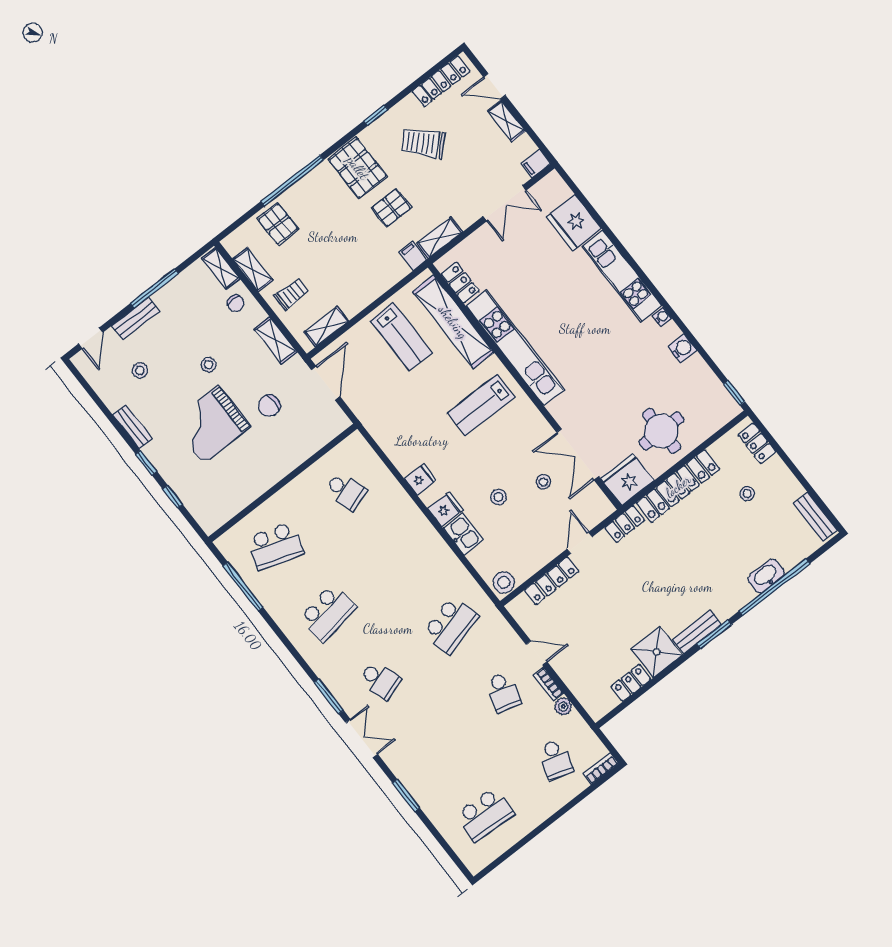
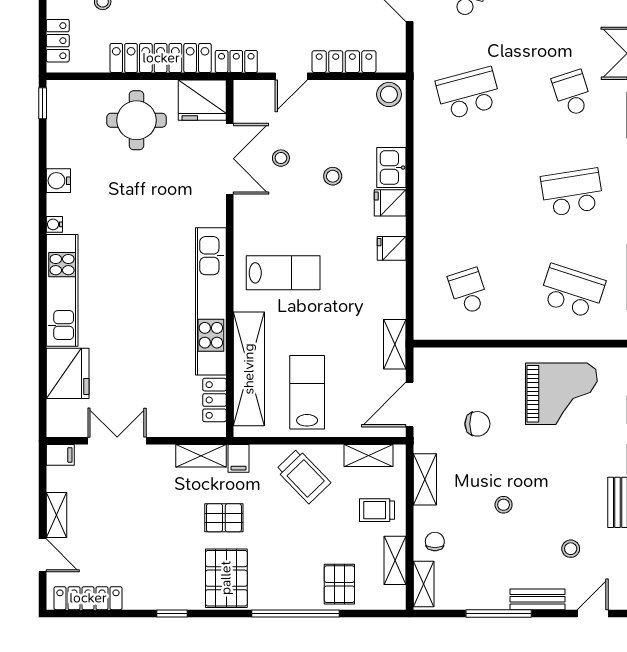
trolley: (423, 143) -> (303, 476), moved
shelving: (367, 416) -> (395, 344), added
grand piano: (211, 424) -> (561, 394), moved

